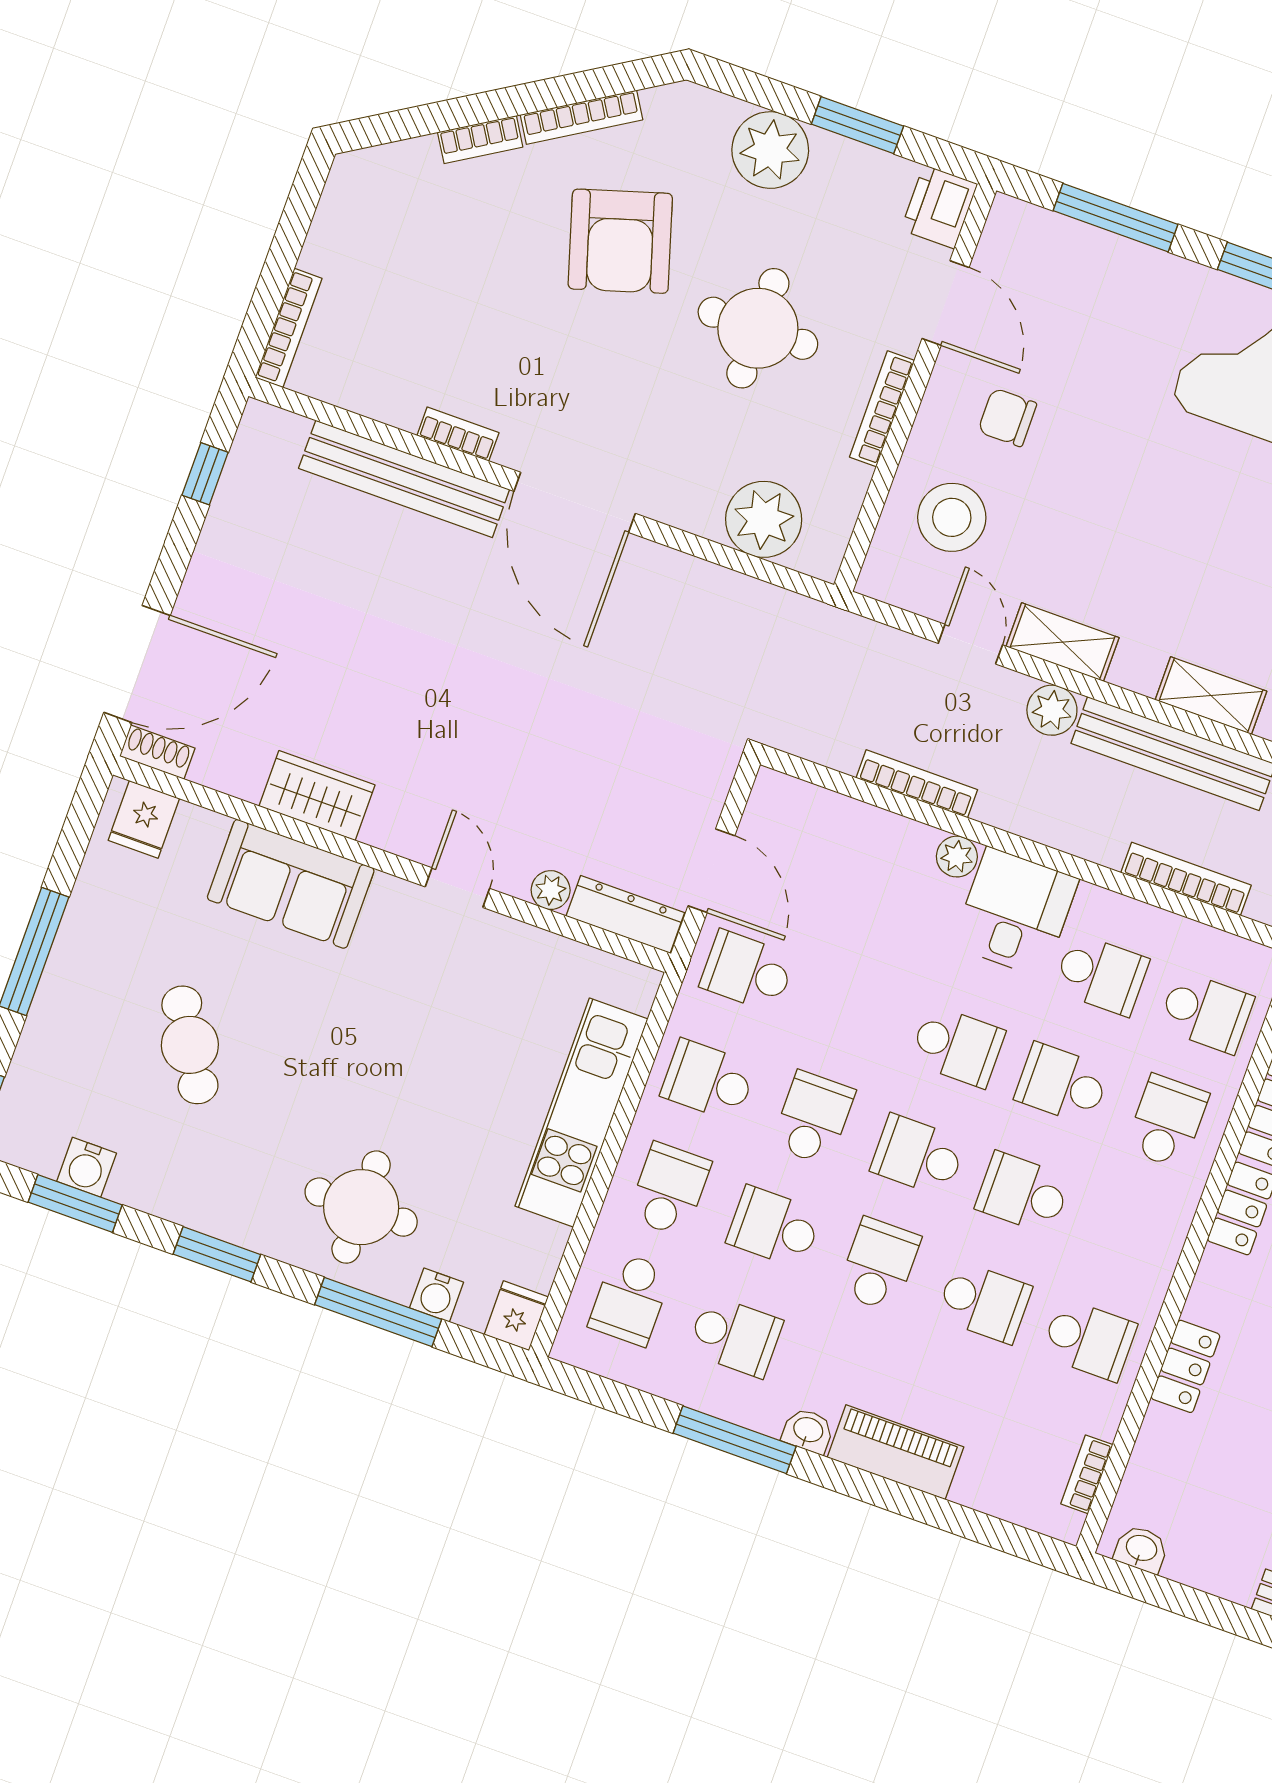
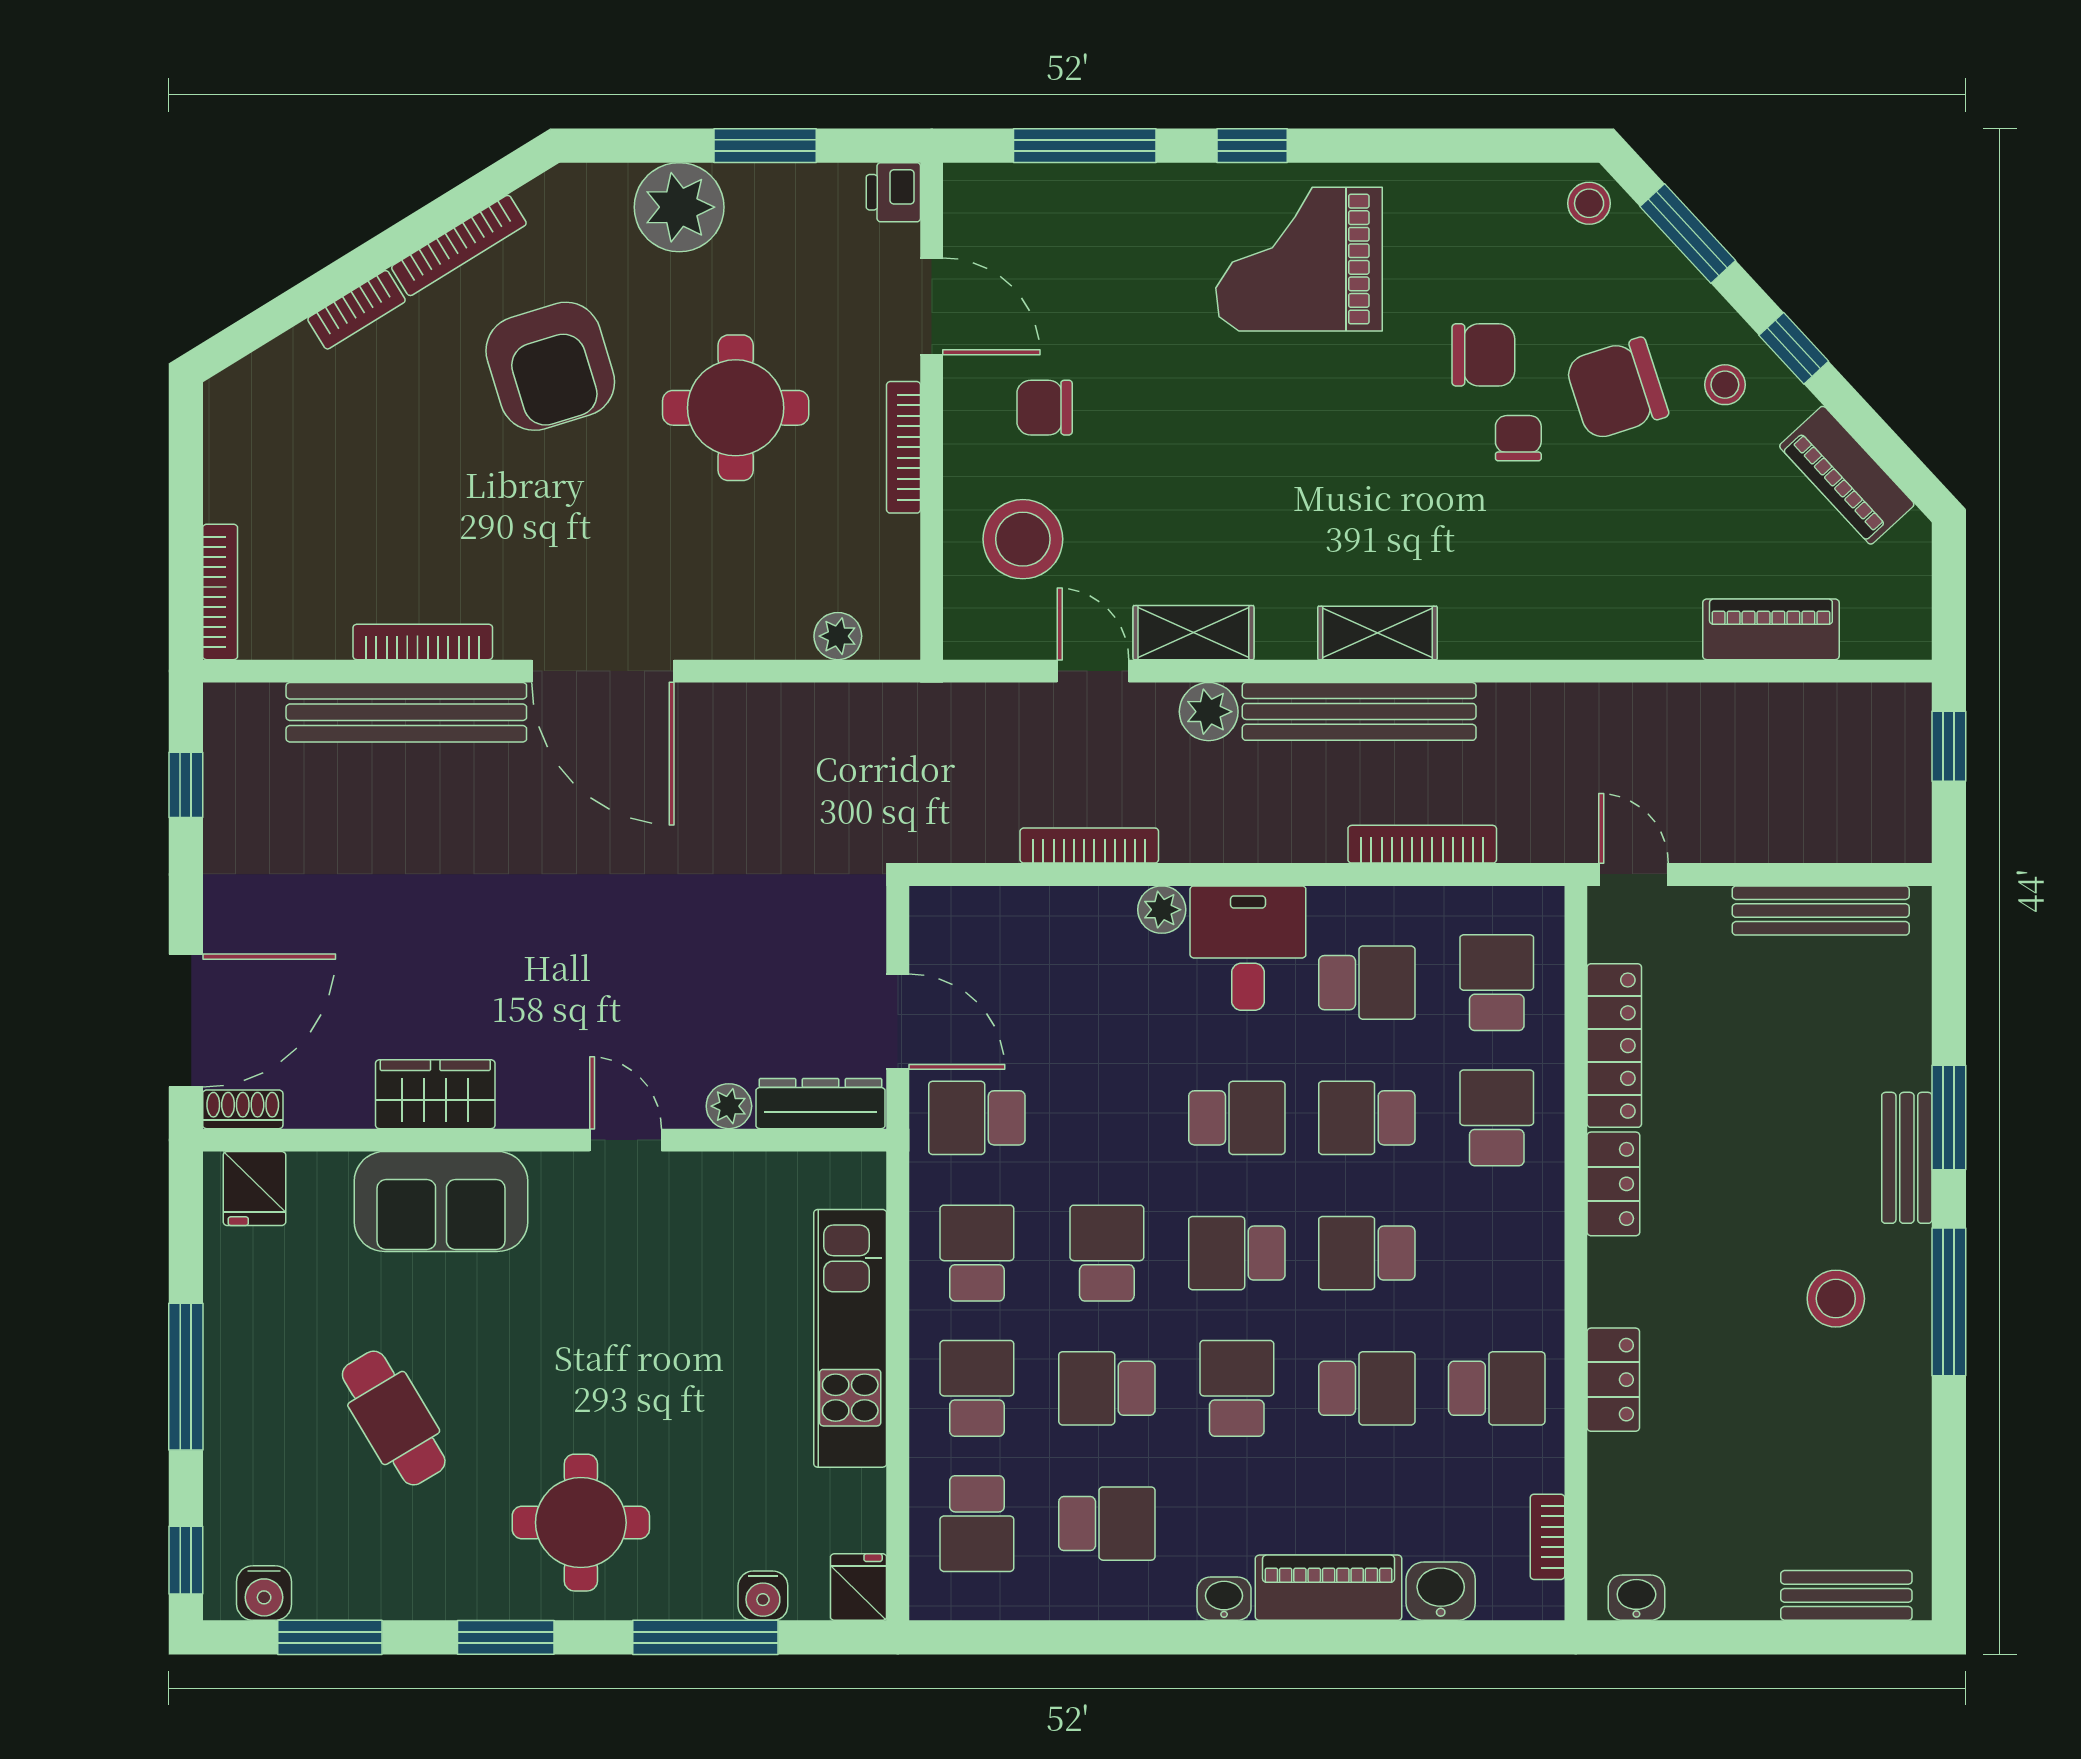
printer: (939, 207) -> (893, 192), width x0.73, depth x0.81
bookcase: (458, 434) -> (423, 642), width x1.56
plant: (764, 519) -> (838, 636), width x0.53, depth x0.53
school desk: (1206, 1012) -> (1497, 983), turned -90
school desk: (708, 1080) -> (977, 1253), turned 90
water cooler: (87, 1167) -> (264, 1593), moved
round table: (361, 1207) -> (581, 1523), moved
window: (735, 1440) -> (1147, 1637), removed
washbasin: (985, 1487) -> (1441, 1591), added

